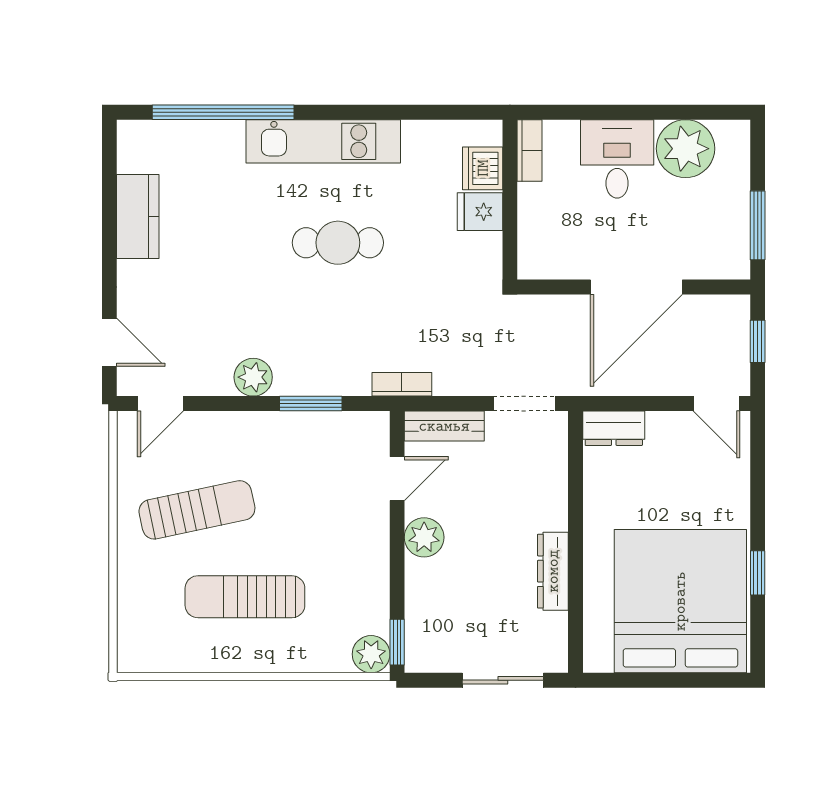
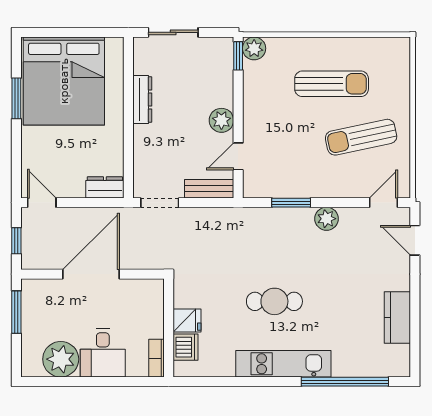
bookcase: (402, 384) -> (235, 214), removed
window: (758, 573) -> (16, 98), width x1.50

